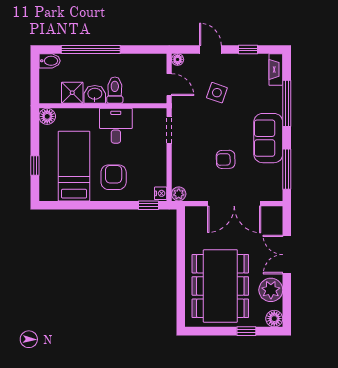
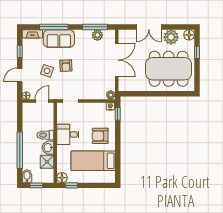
window: (35, 76) -> (36, 185), added
sofa: (268, 138) -> (59, 39), moved
armchair: (226, 159) -> (66, 66), moved
window: (35, 165) -> (72, 185), moved
plant: (274, 173) -> (97, 35), added

